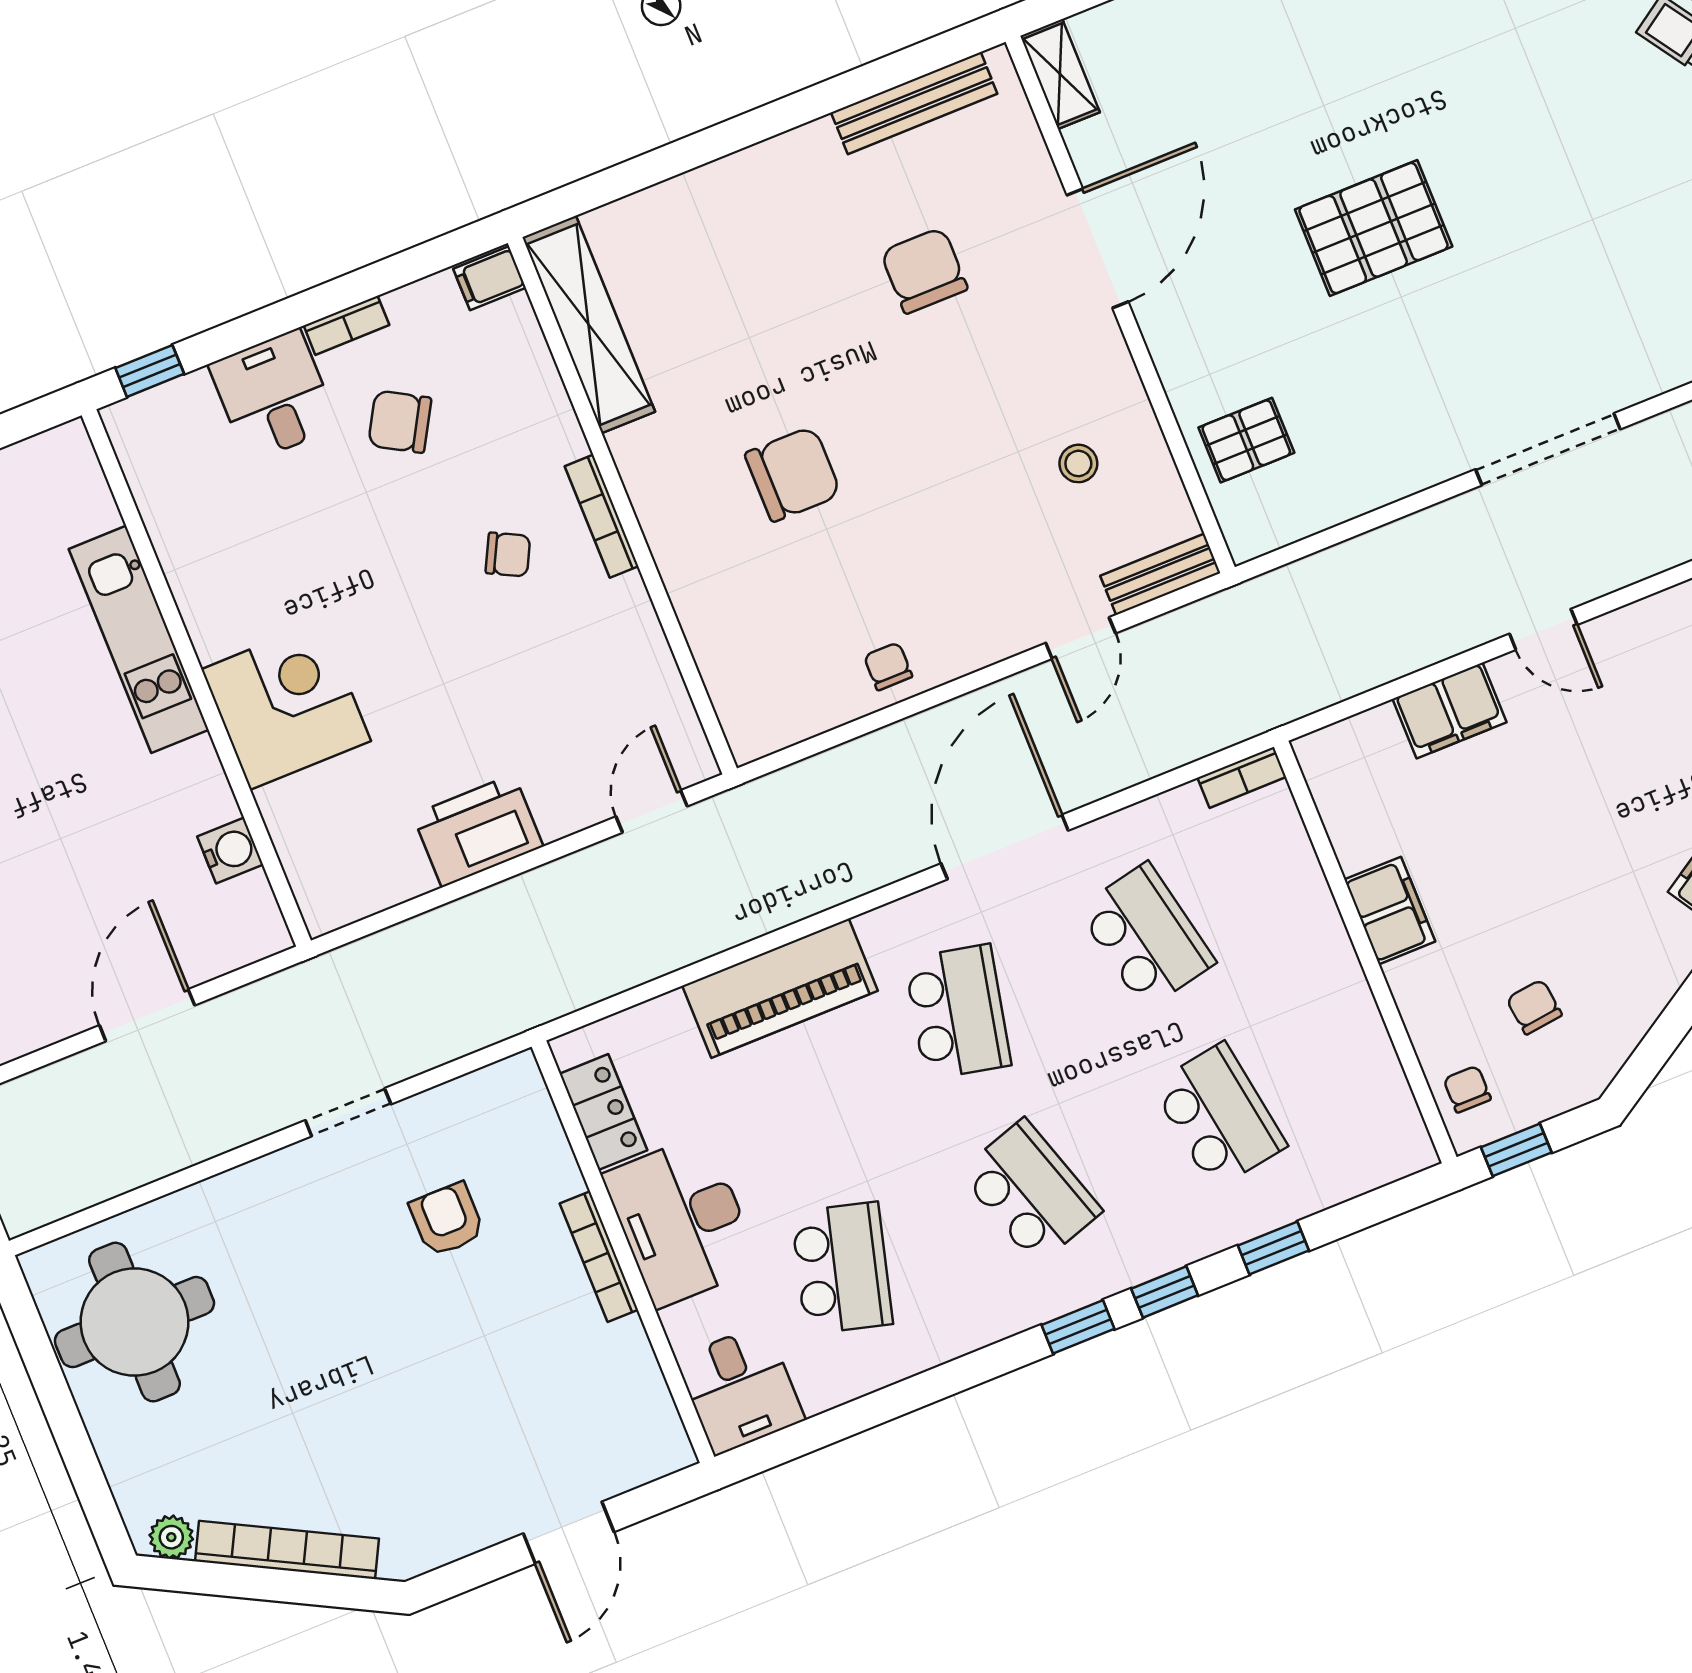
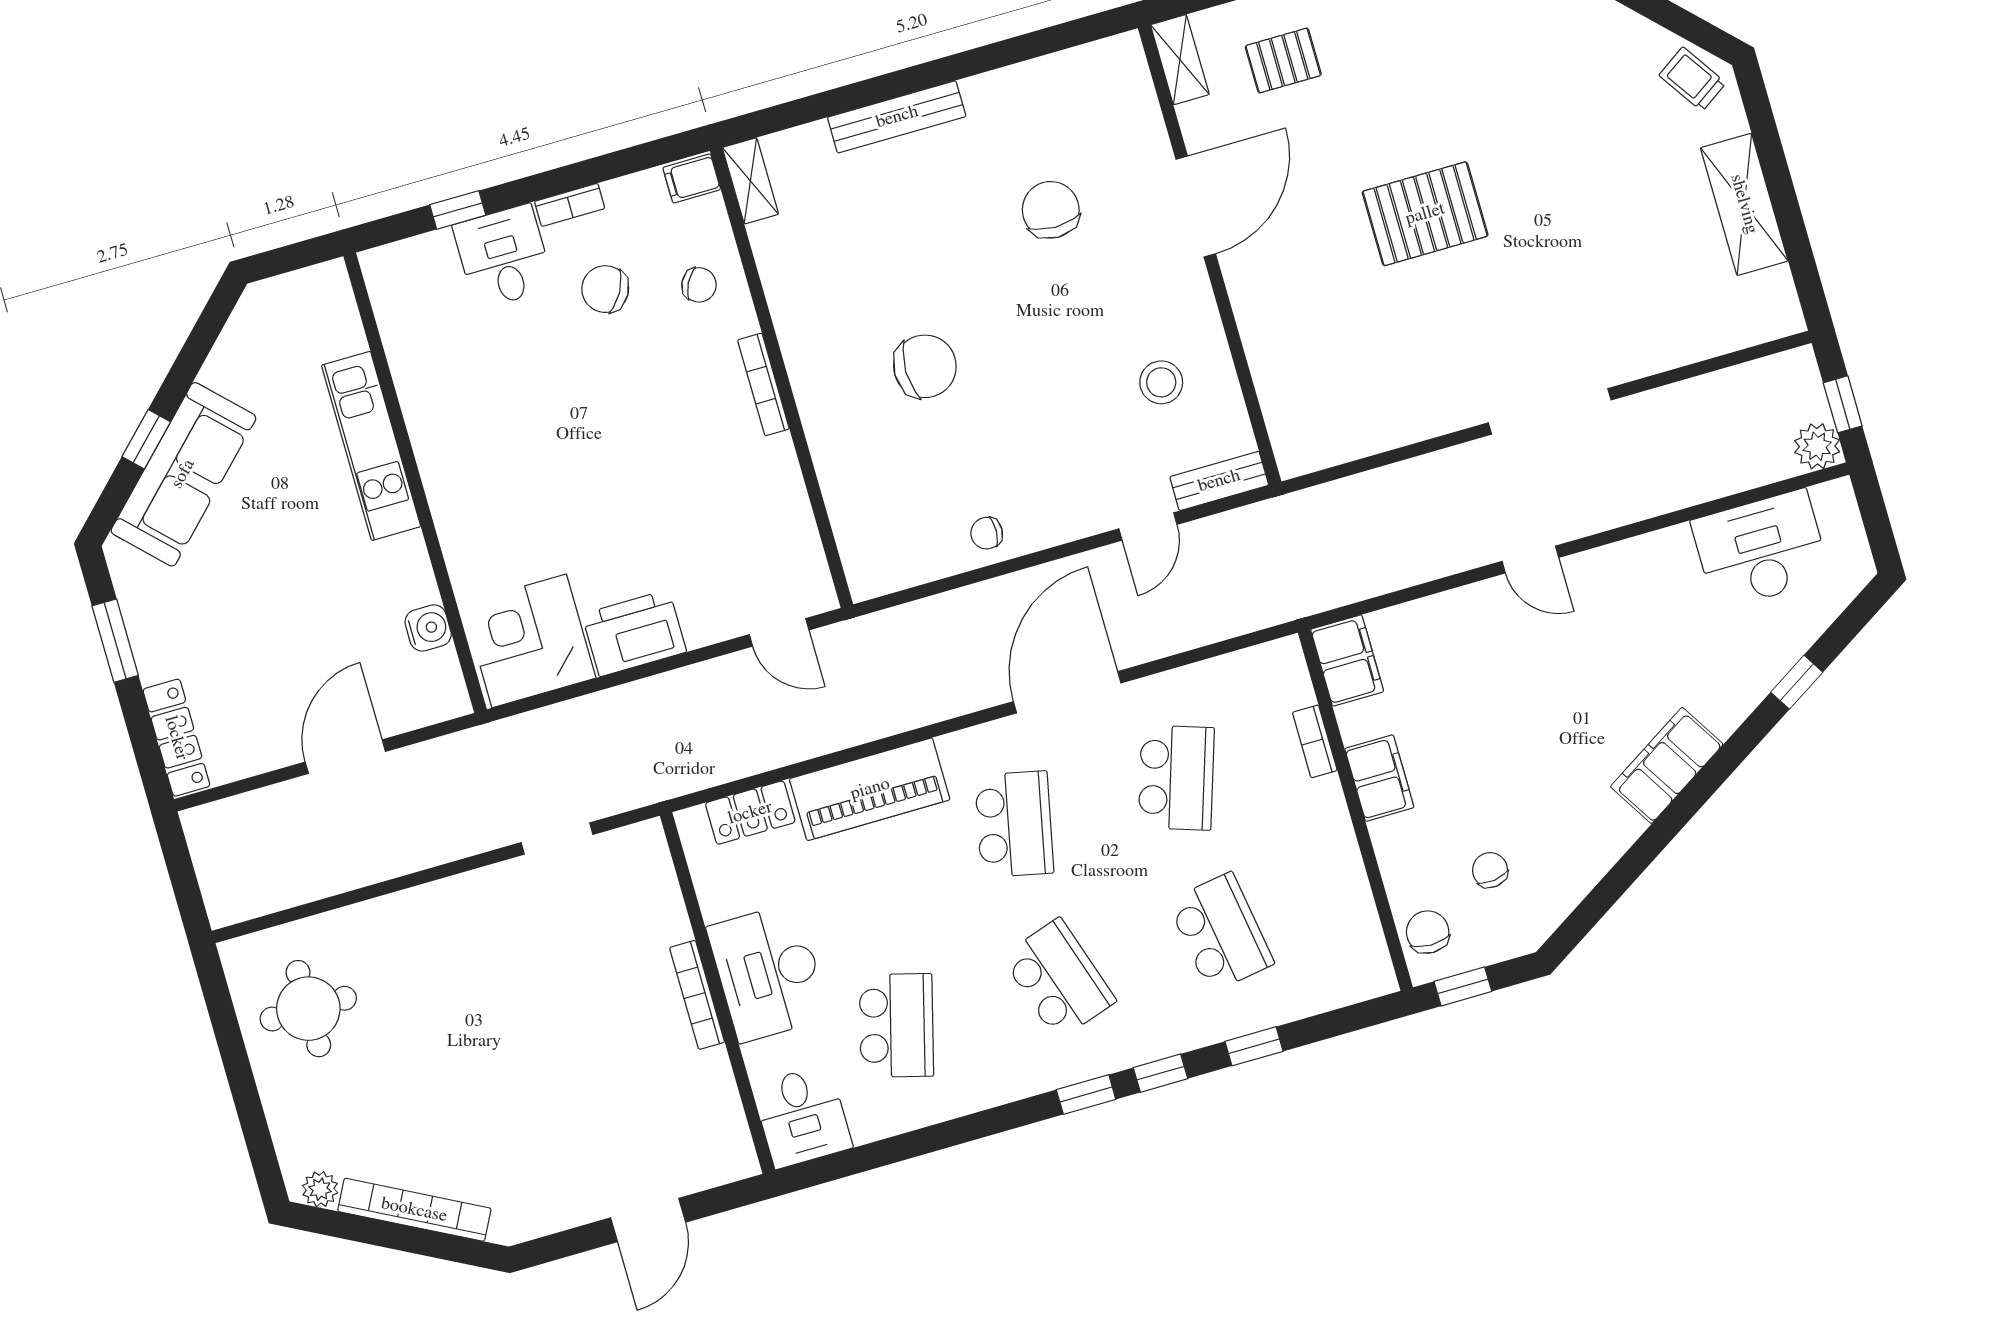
bench: (914, 103) -> (897, 117), moved
shelving: (589, 324) -> (750, 181), width x0.45, depth x0.75
window: (150, 371) -> (458, 210), moved
pallet: (1246, 440) -> (1283, 61), moved
stool: (1078, 463) -> (1161, 382), width x1.37, depth x1.37
chair: (508, 554) -> (699, 285), moved
chair: (888, 666) -> (987, 533), turned -88
corner desk: (286, 705) -> (529, 641), moved, turned -90
filing cabinet: (1449, 710) -> (1347, 660), moved, turned -90
bookcase: (1242, 777) -> (1315, 741), moved, turned 90
door: (652, 811) -> (779, 632), swing flipped
school desk: (1146, 936) -> (1176, 778), turned 30
chair: (1467, 1089) -> (1428, 932), width x1.37, depth x1.37
doorway: (348, 1112) -> (557, 839), moved
locker: (603, 1112) -> (750, 813), moved, turned 90
armchair: (447, 1219) -> (575, 951), removed
round table: (134, 1322) -> (308, 1009), width x0.73, depth x0.73

